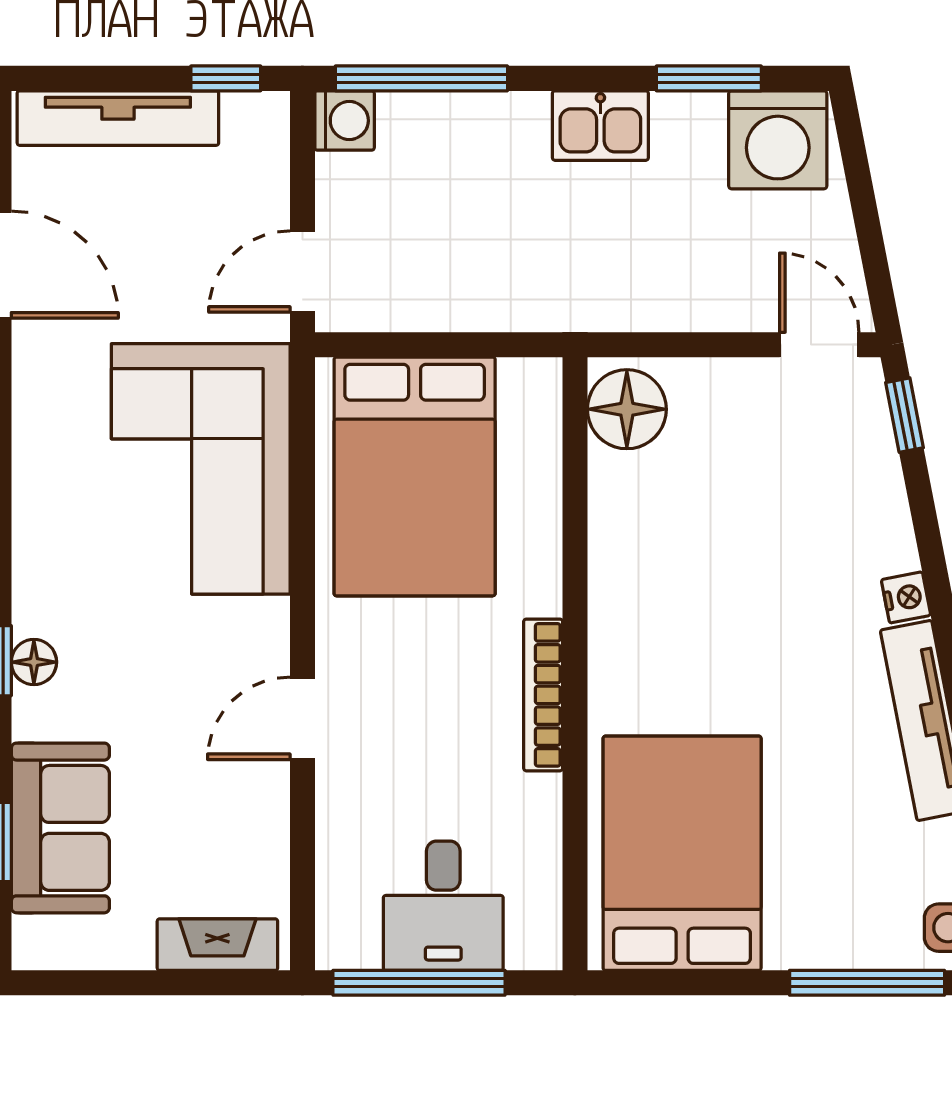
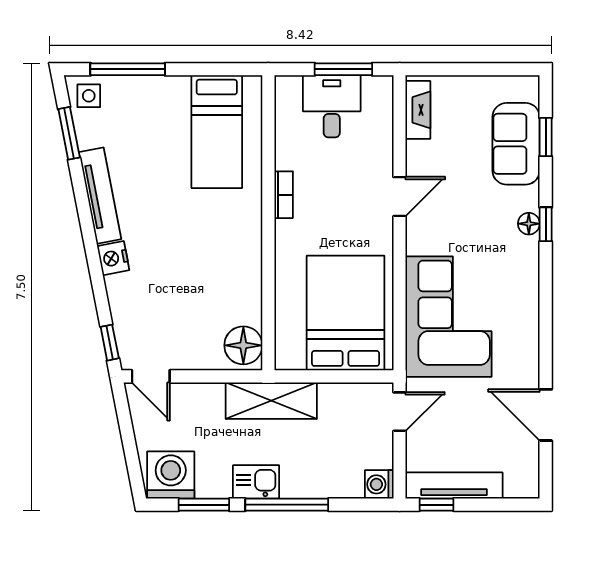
window: (421, 78) -> (287, 505), moved
tv unit: (118, 118) -> (454, 486), moved
shelving: (569, 294) -> (271, 401), added
nightstand: (906, 597) -> (113, 258), width x1.39, depth x1.35
bookcase: (543, 695) -> (284, 195), width x0.64
bed: (682, 853) -> (217, 132), width x0.67
fireplace: (217, 945) -> (418, 110), moved, turned -90
window: (419, 983) -> (343, 69), width x0.69

